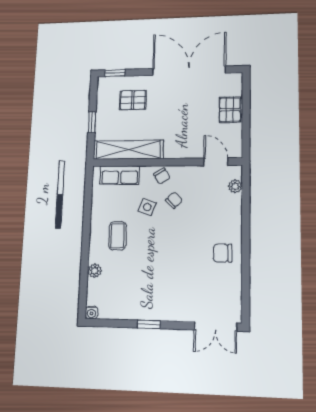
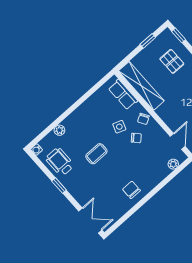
window: (92, 122) -> (148, 41), moved
coffee table: (118, 236) -> (96, 154), moved
wheelchair: (126, 300) -> (60, 162), added
double door: (215, 326) -> (90, 220), swing flipped

